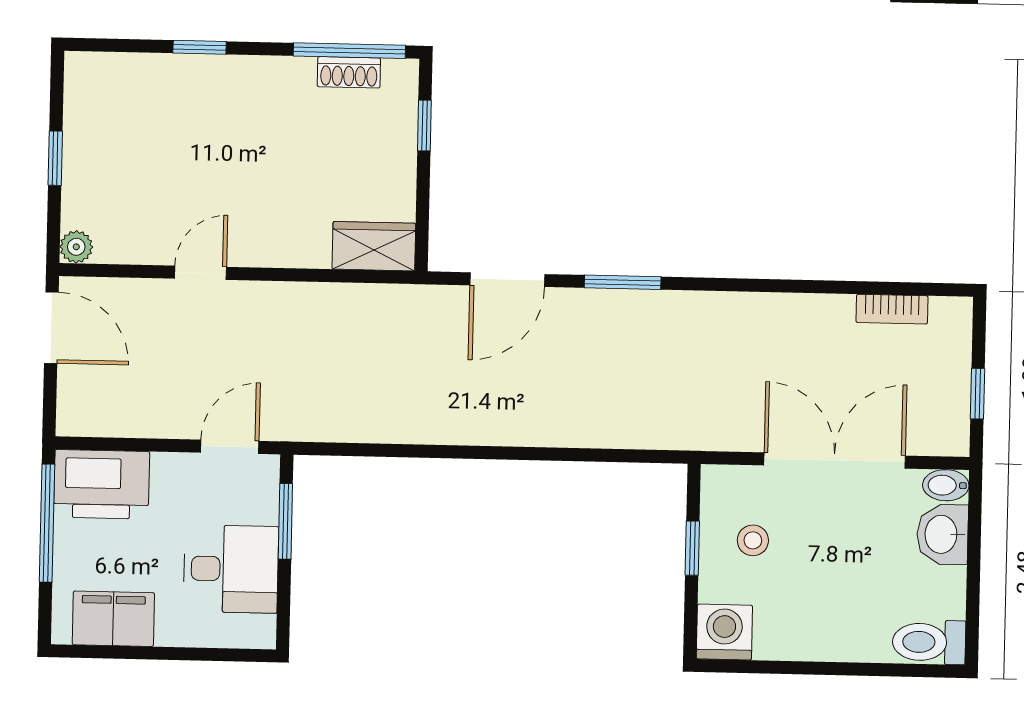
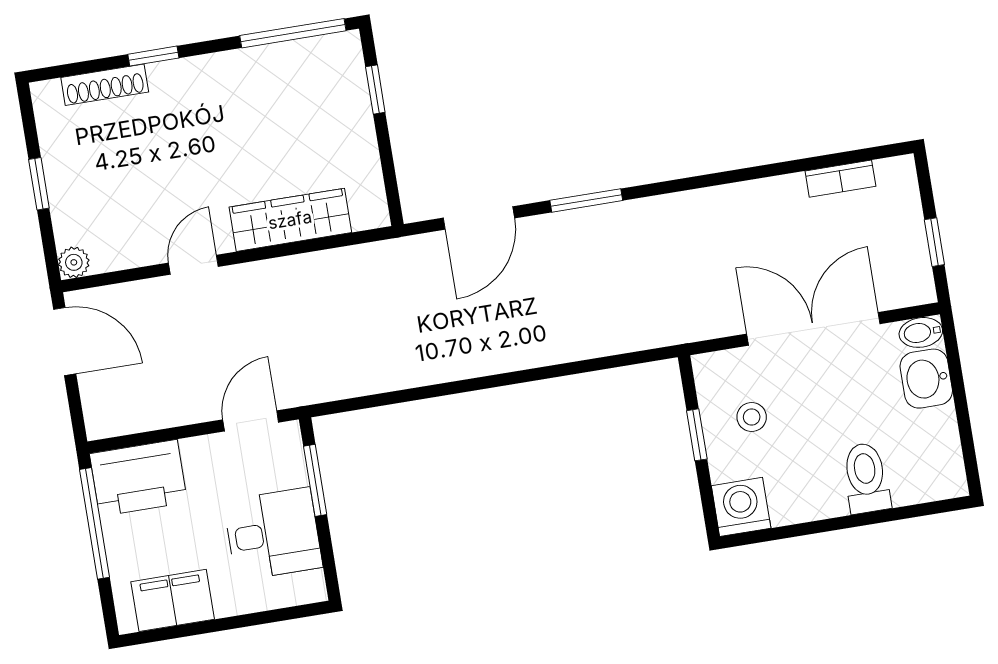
shoe rack: (349, 72) -> (105, 85), moved, width x1.43
wardrobe: (374, 246) -> (290, 220), moved, width x1.50
toilet: (929, 642) -> (866, 478), moved, turned 90

